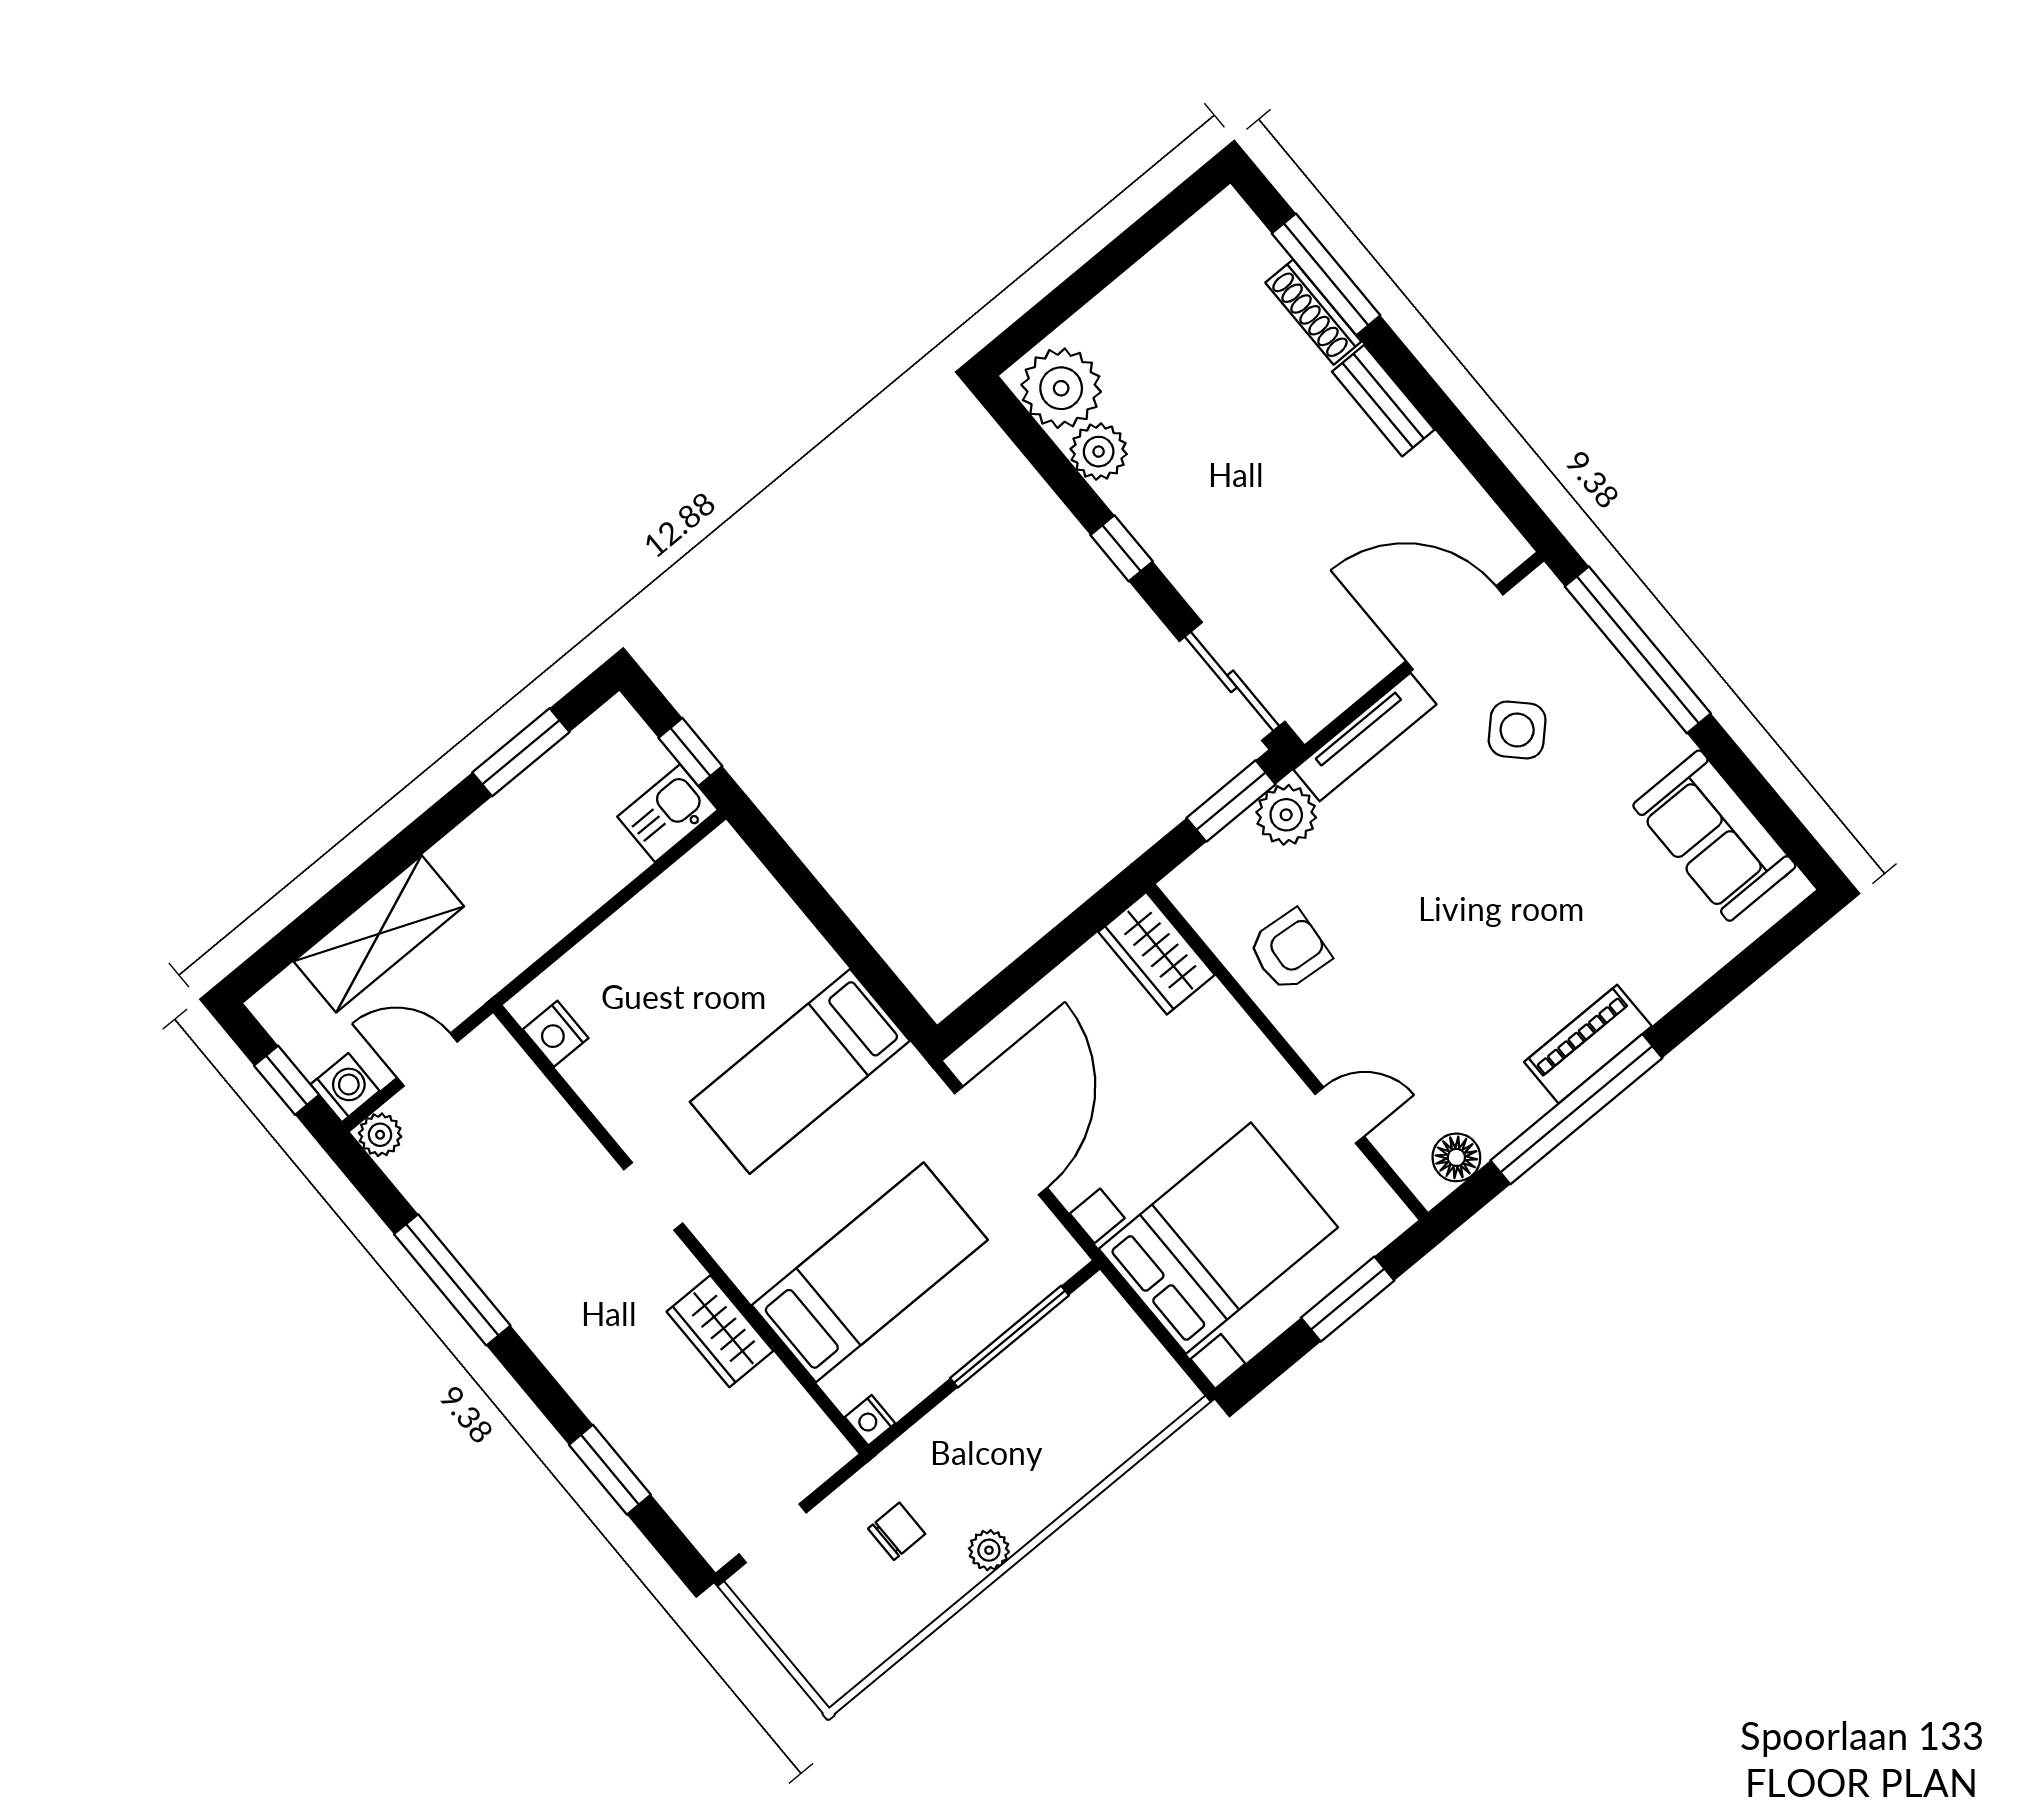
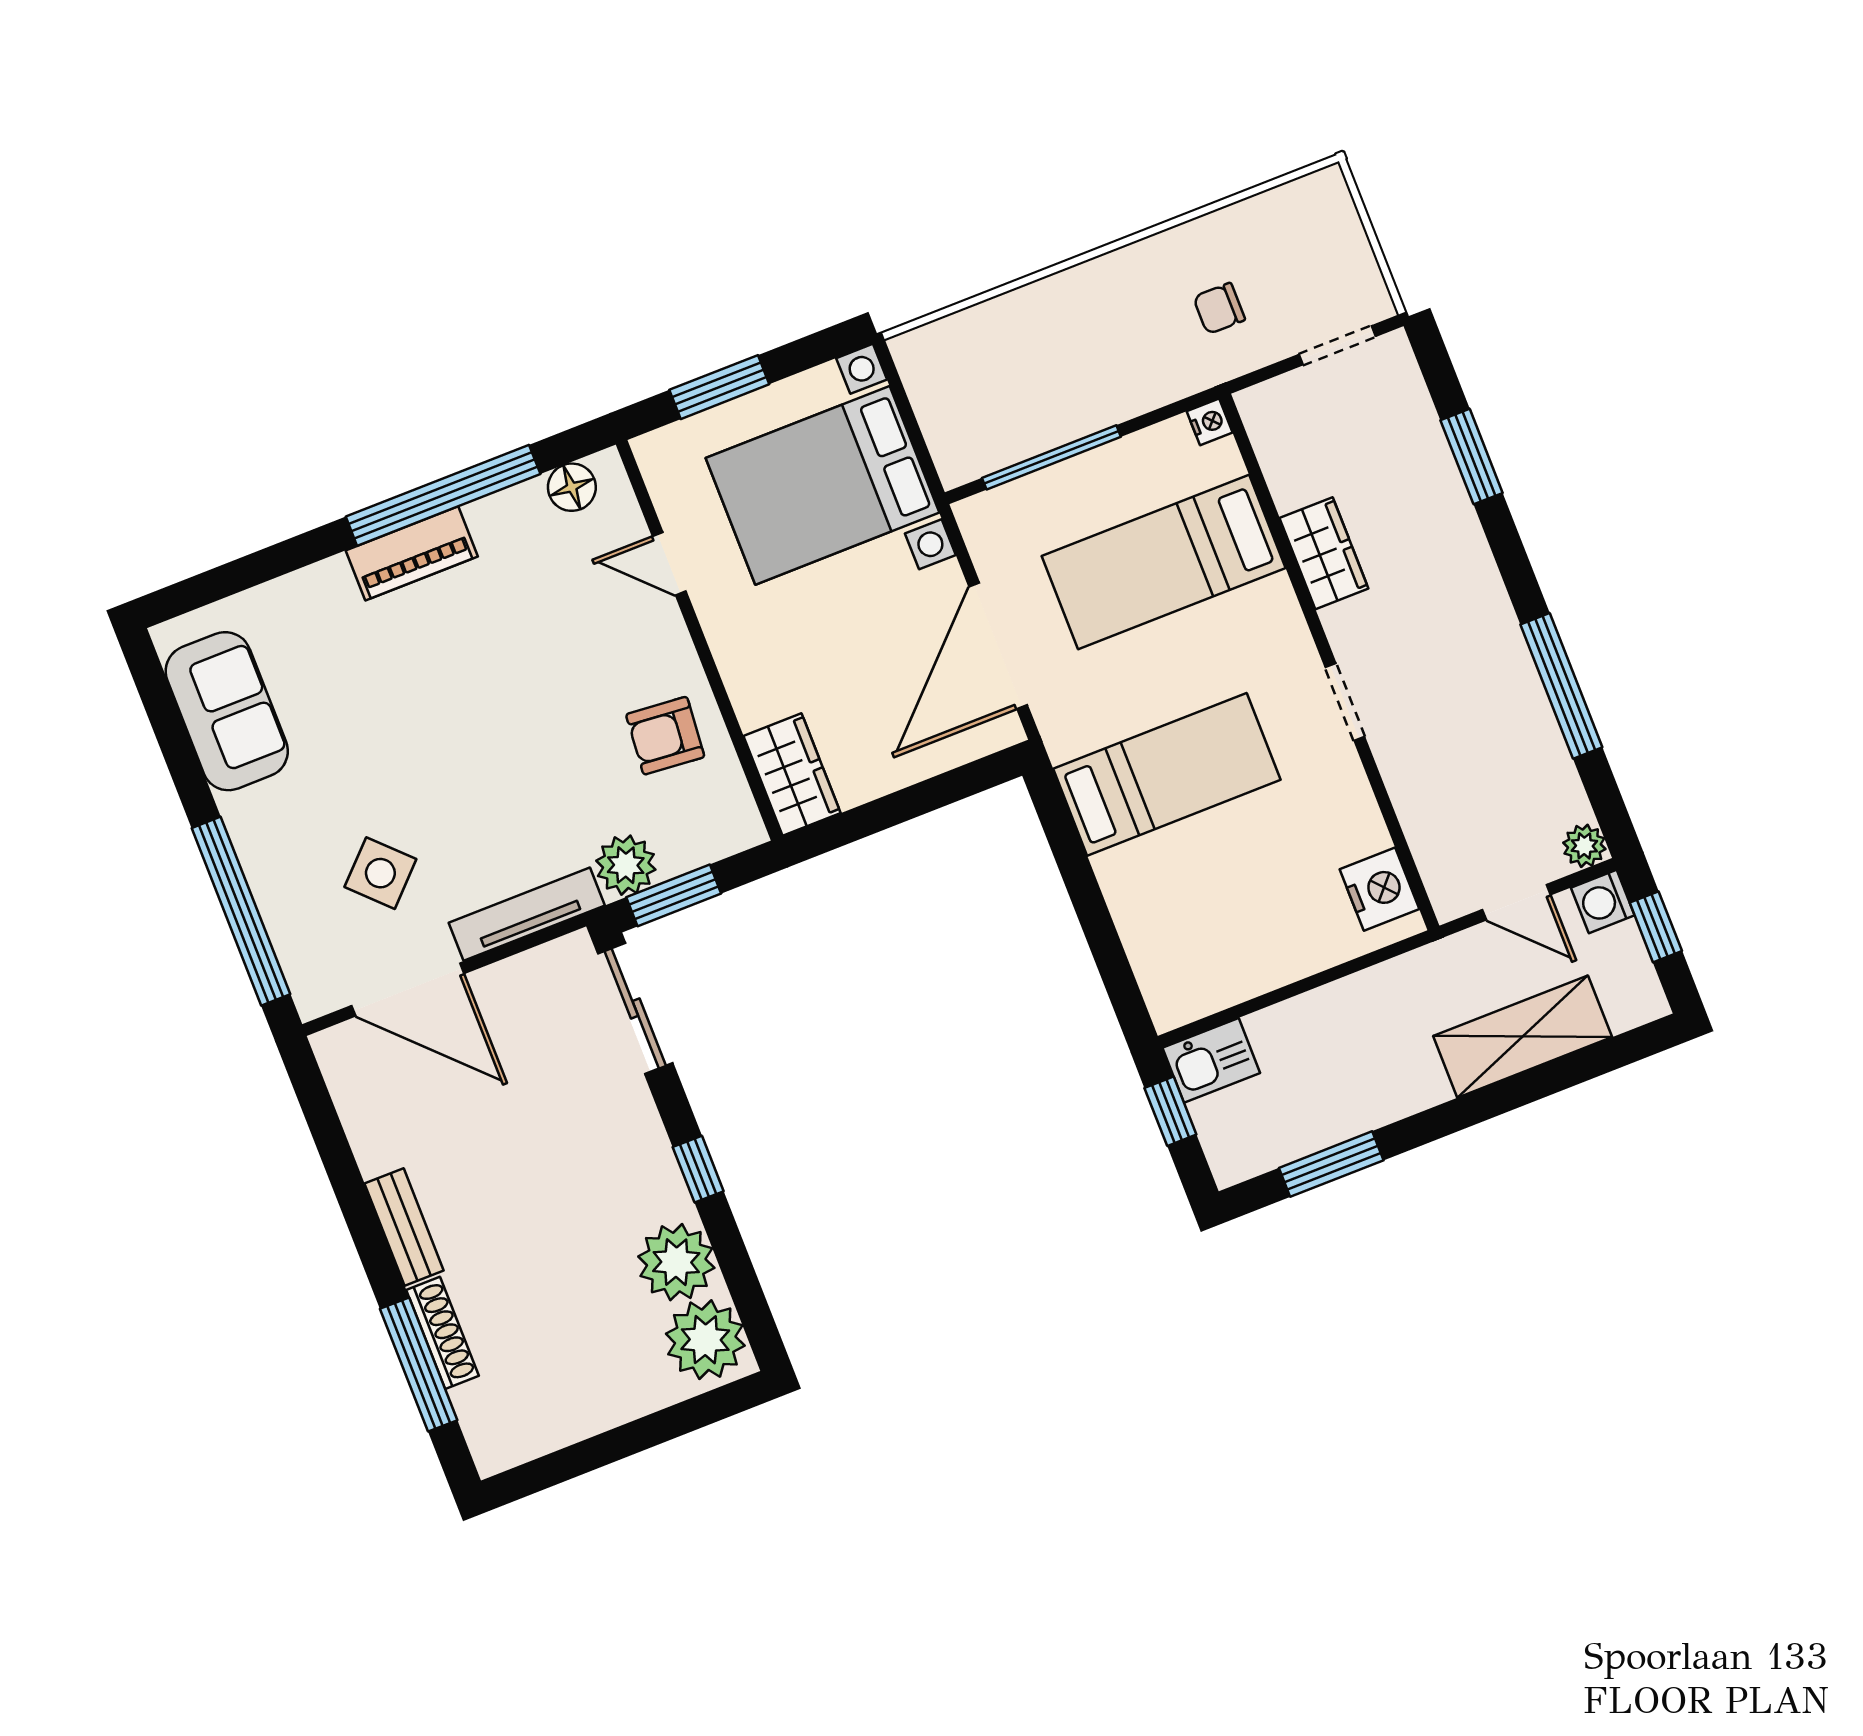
plant: (1099, 452) -> (676, 1262), width x1.36, depth x1.36
nightstand: (556, 1034) -> (1380, 889), width x1.36, depth x1.33
plant: (989, 1550) -> (1138, 262), removed

